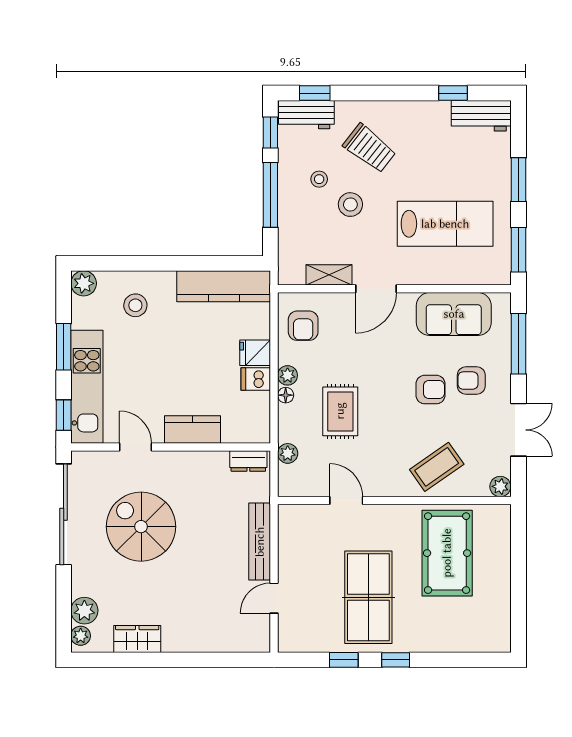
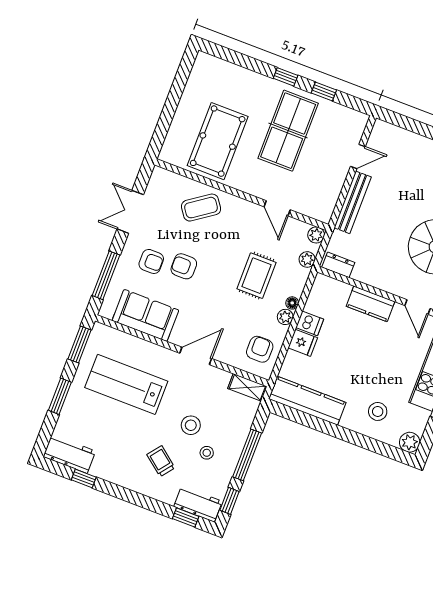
trolley: (370, 148) -> (161, 461), width x0.73, depth x0.72
shelving: (329, 275) -> (247, 387), moved
plant: (500, 486) -> (316, 235), moved

